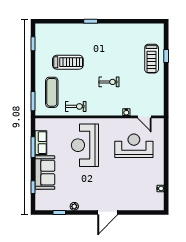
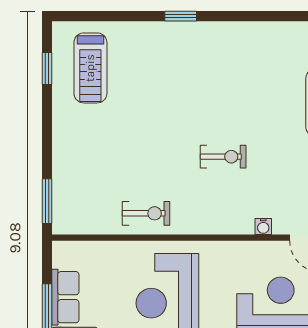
treadmill: (68, 62) -> (90, 68), moved, turned 90
exercise mat: (52, 92) -> (91, 181), removed

